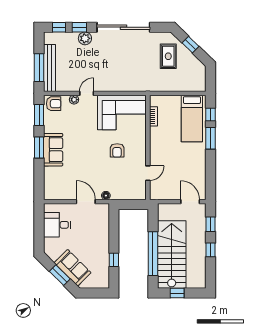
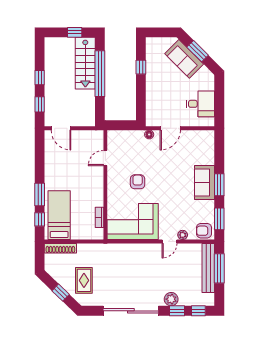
shoe rack: (191, 87) -> (60, 248), added
door: (86, 202) -> (170, 128), hinge flipped
stairs: (172, 255) -> (85, 63), width x0.73, depth x0.66

